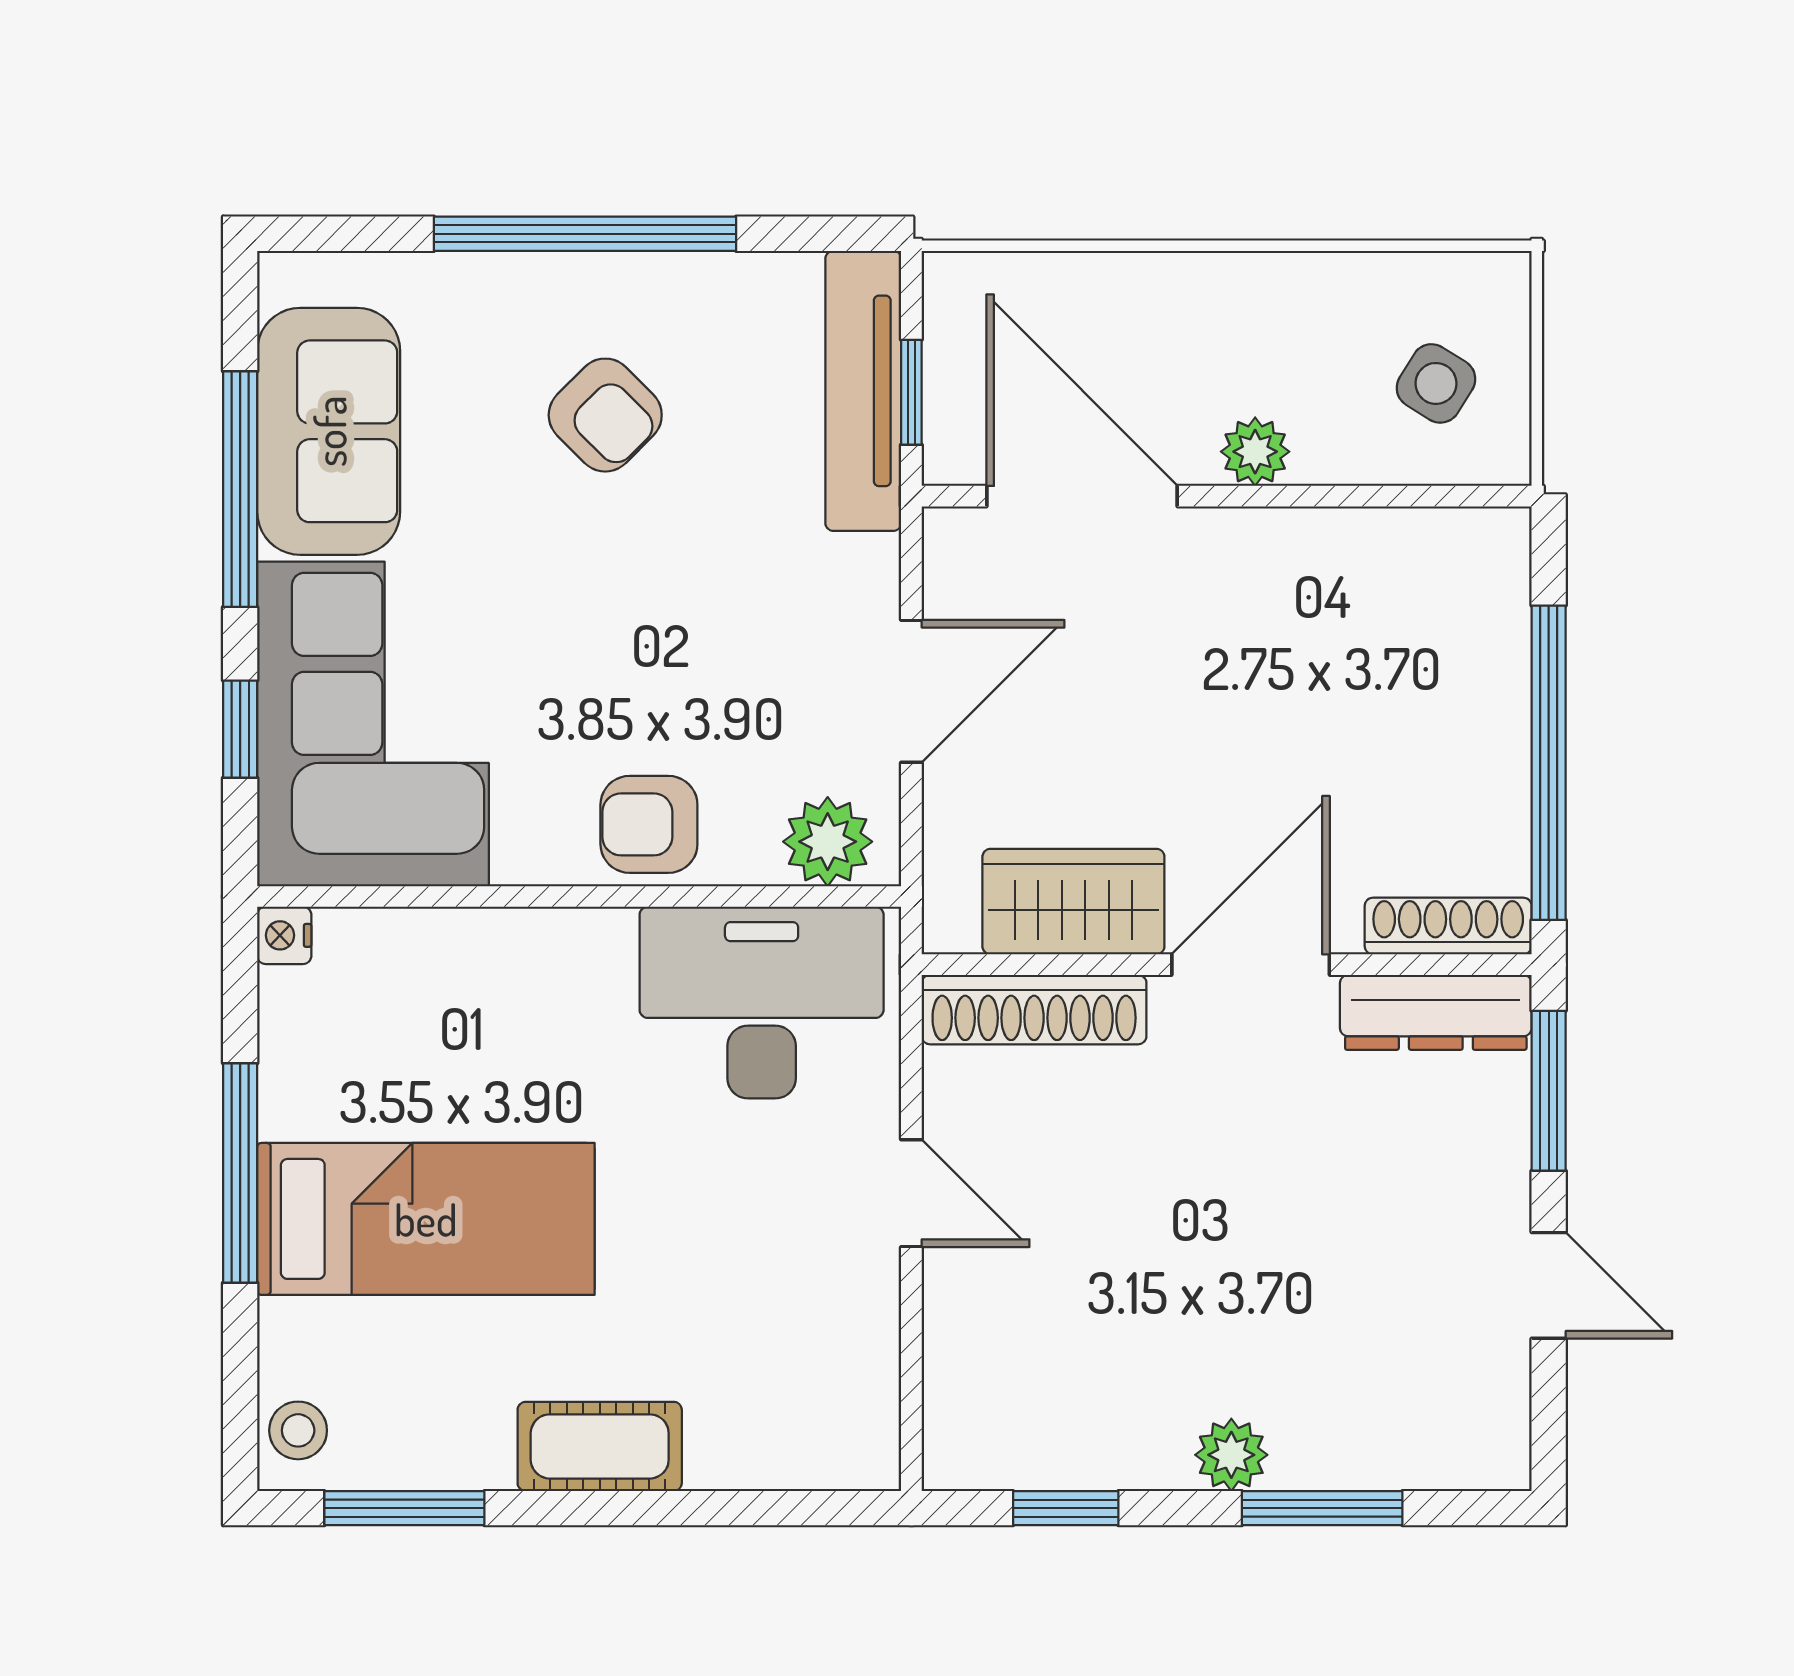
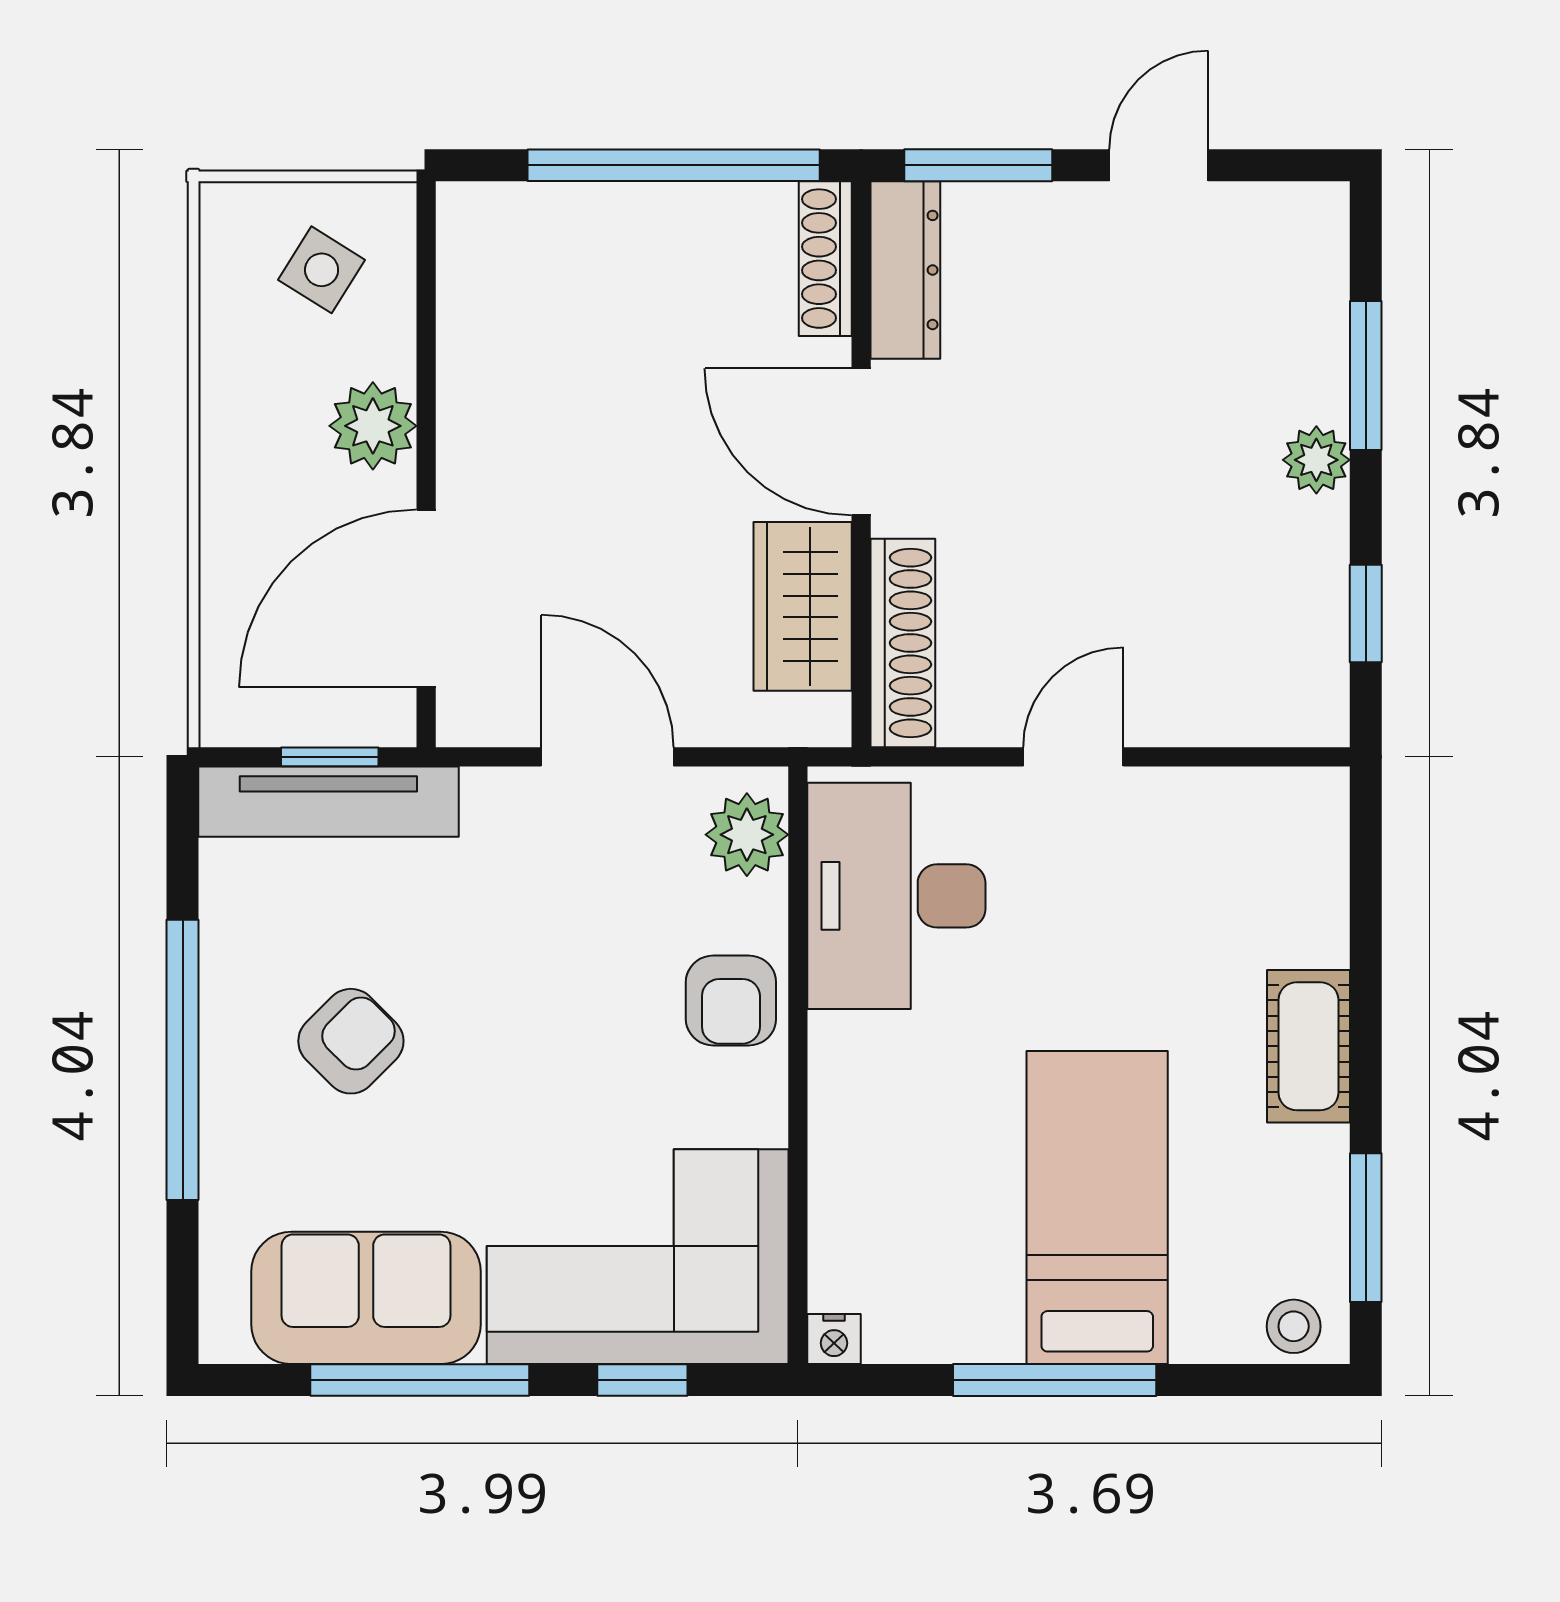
plant: (1255, 452) -> (373, 426), width x1.38, depth x1.38

